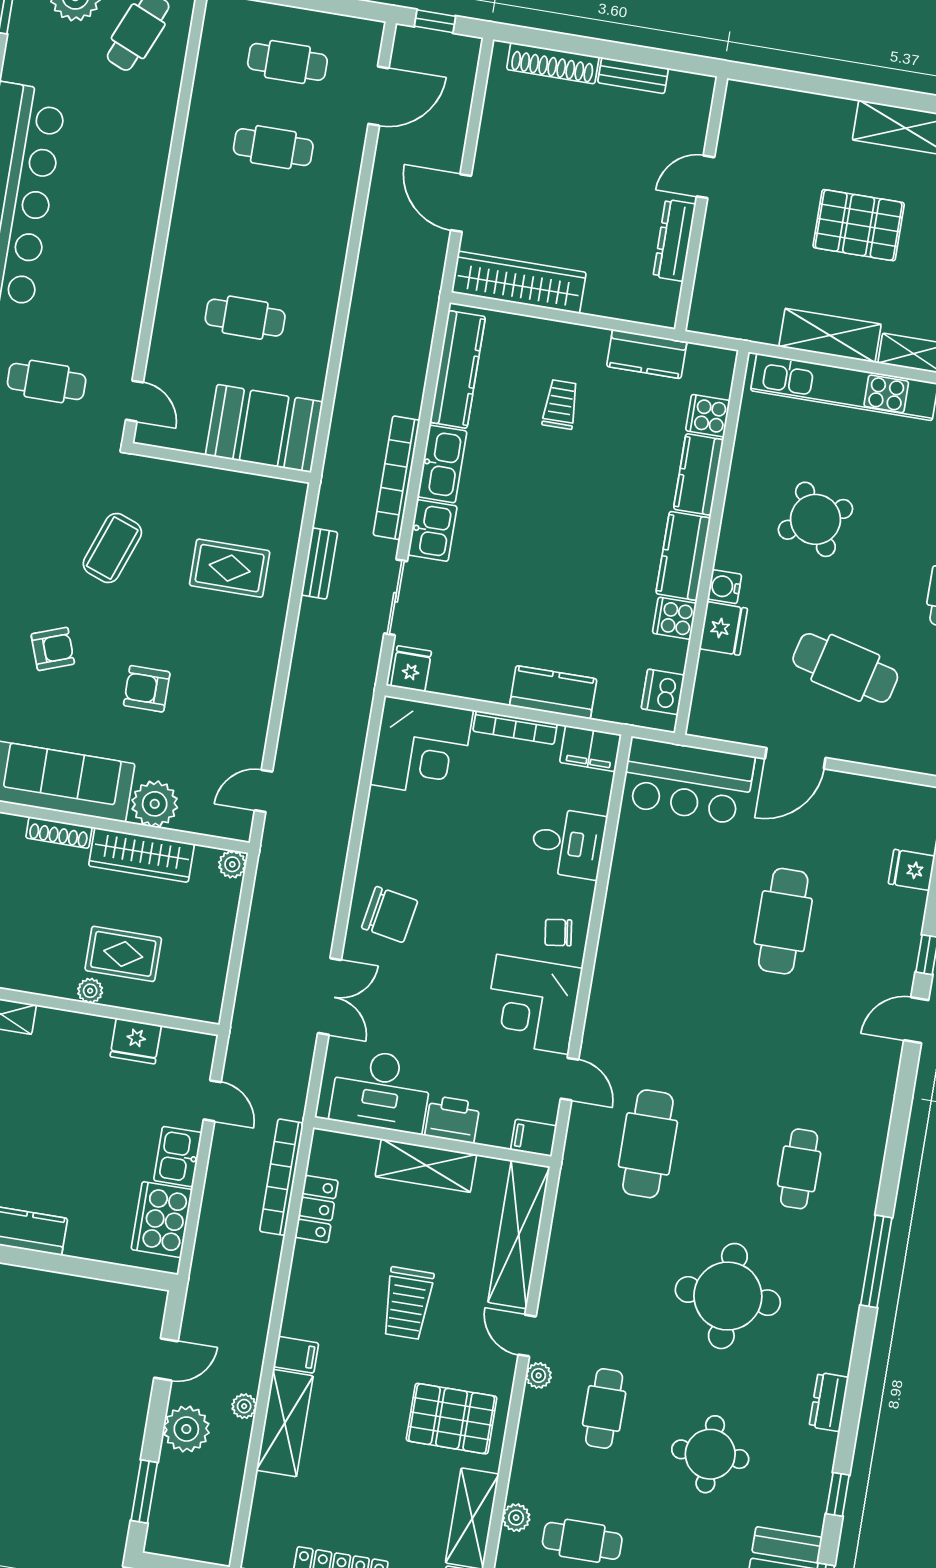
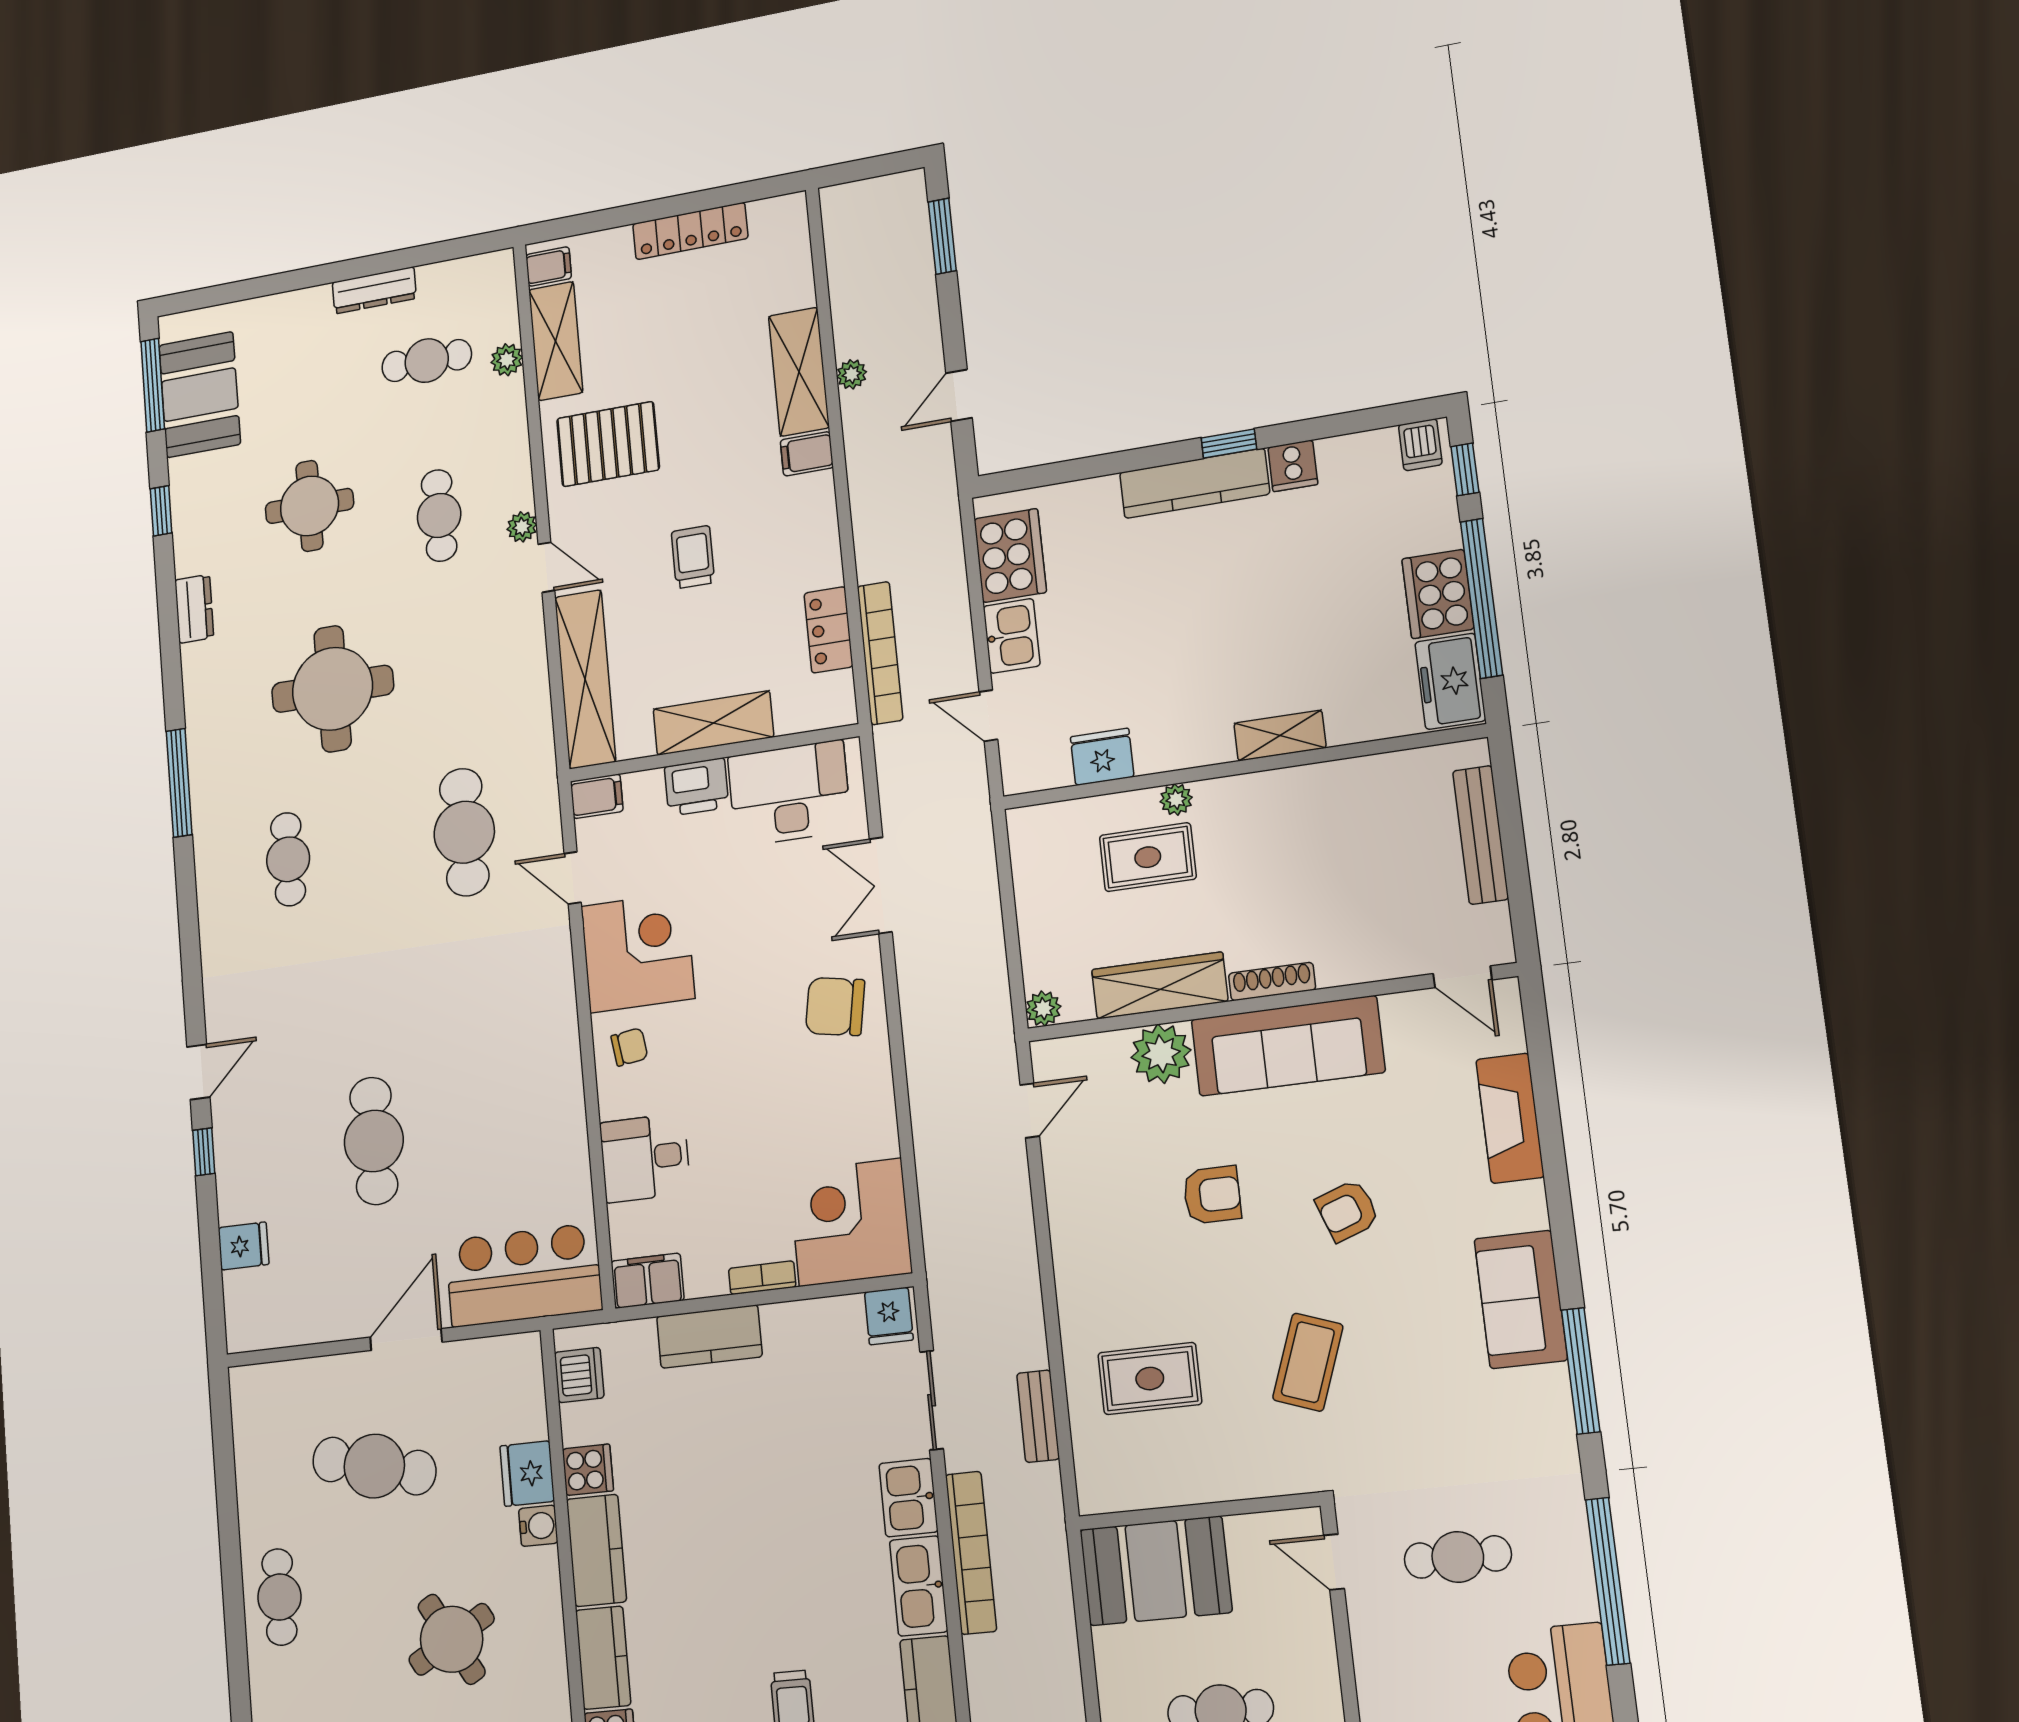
bookcase: (515, 727) -> (762, 1278), width x0.64
trolley: (407, 1303) -> (693, 557), width x0.73, depth x0.72
plant: (186, 1429) -> (912, 324), removed

